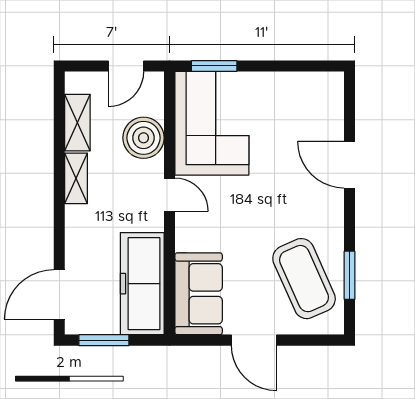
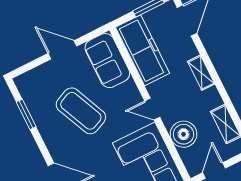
shelving: (76, 178) -> (201, 73), moved
coffee table: (304, 279) -> (81, 111), moved

